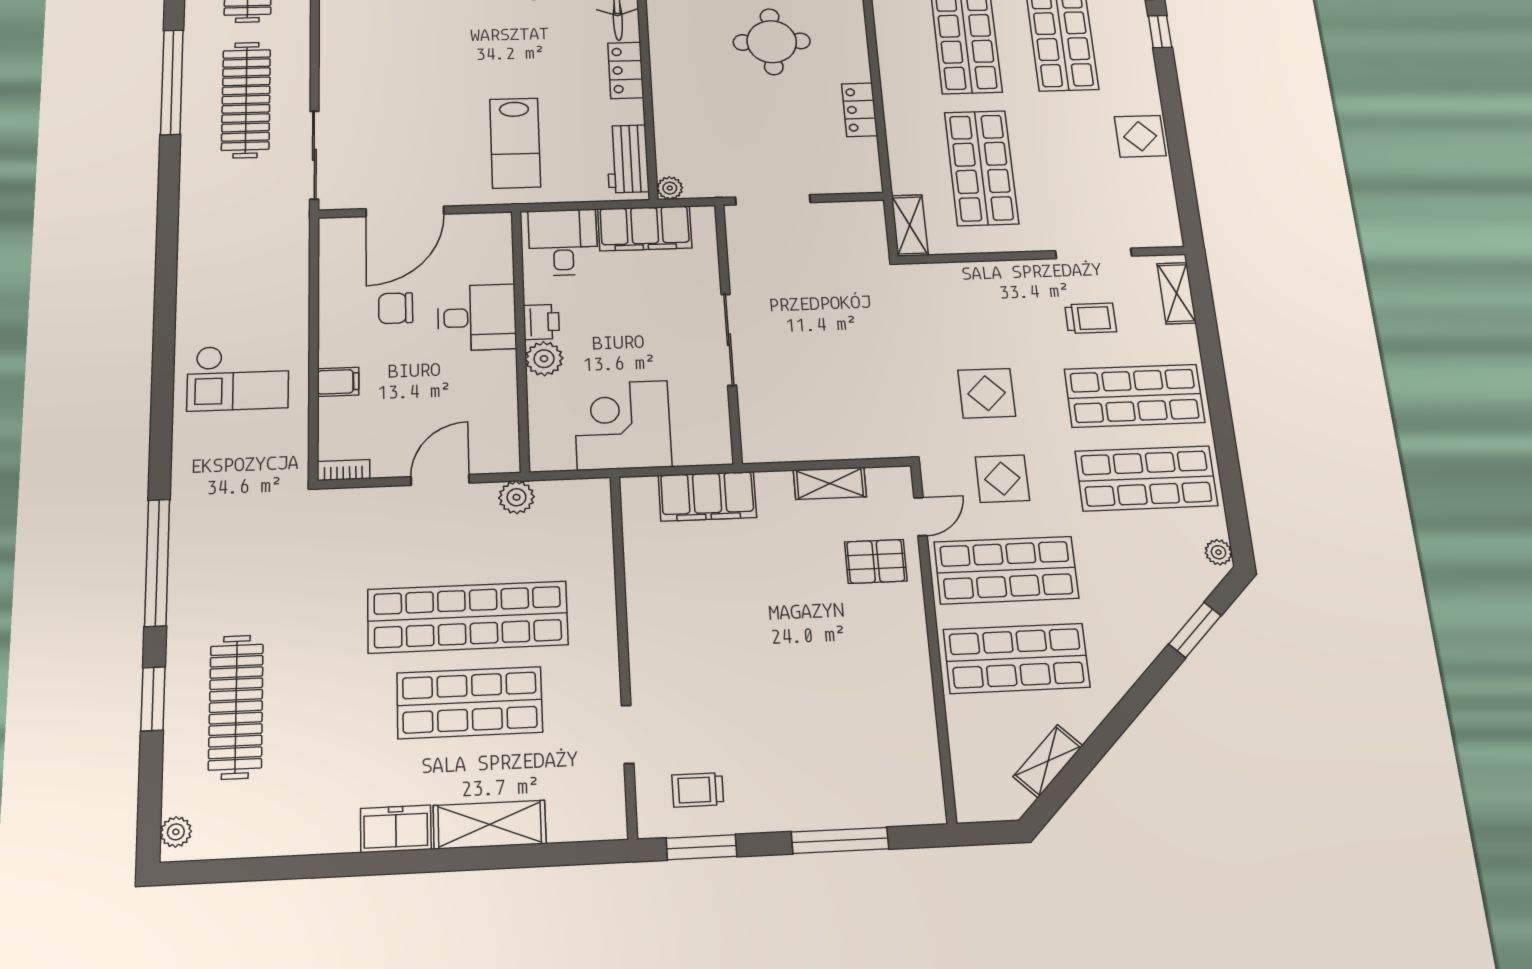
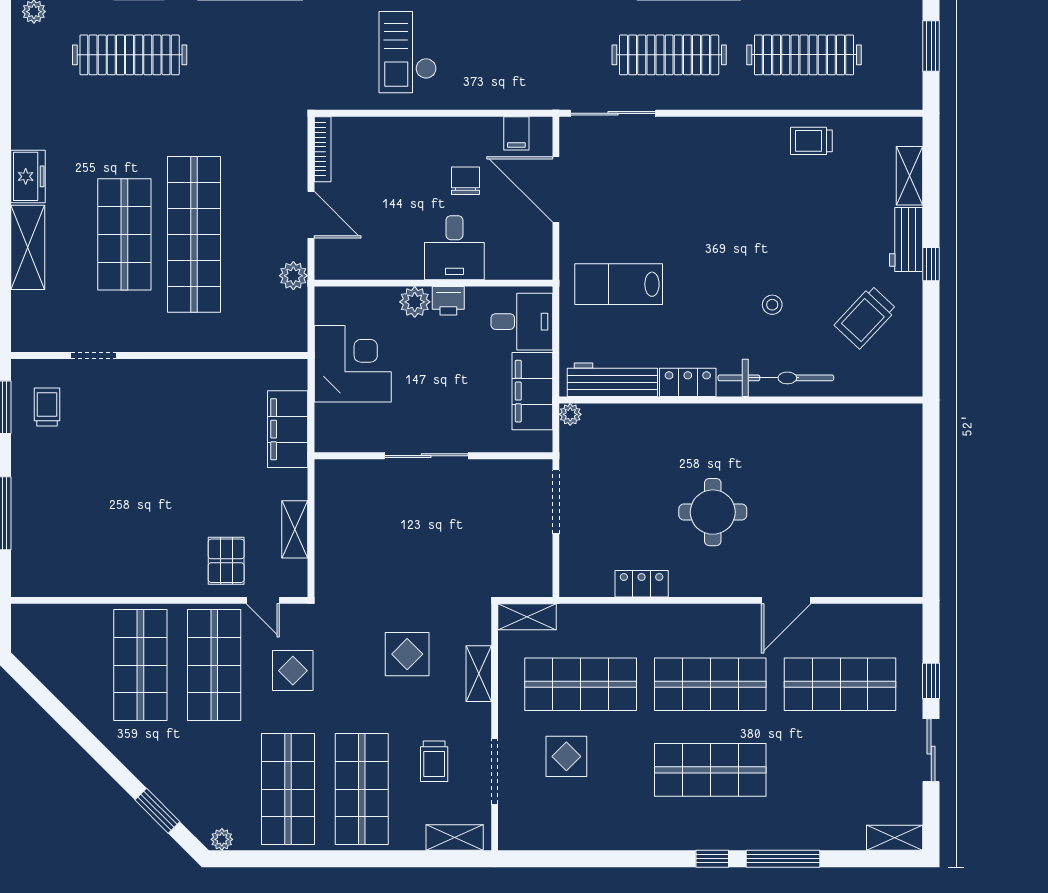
display table: (1140, 136) -> (566, 756), moved
workbench: (627, 159) -> (612, 380), width x1.37
filing cabinet: (338, 382) -> (516, 133), moved
display table: (987, 393) -> (407, 654), moved
bookcase: (343, 470) -> (323, 149), width x1.56
shelving: (1048, 761) -> (479, 674), moved, turned 45

